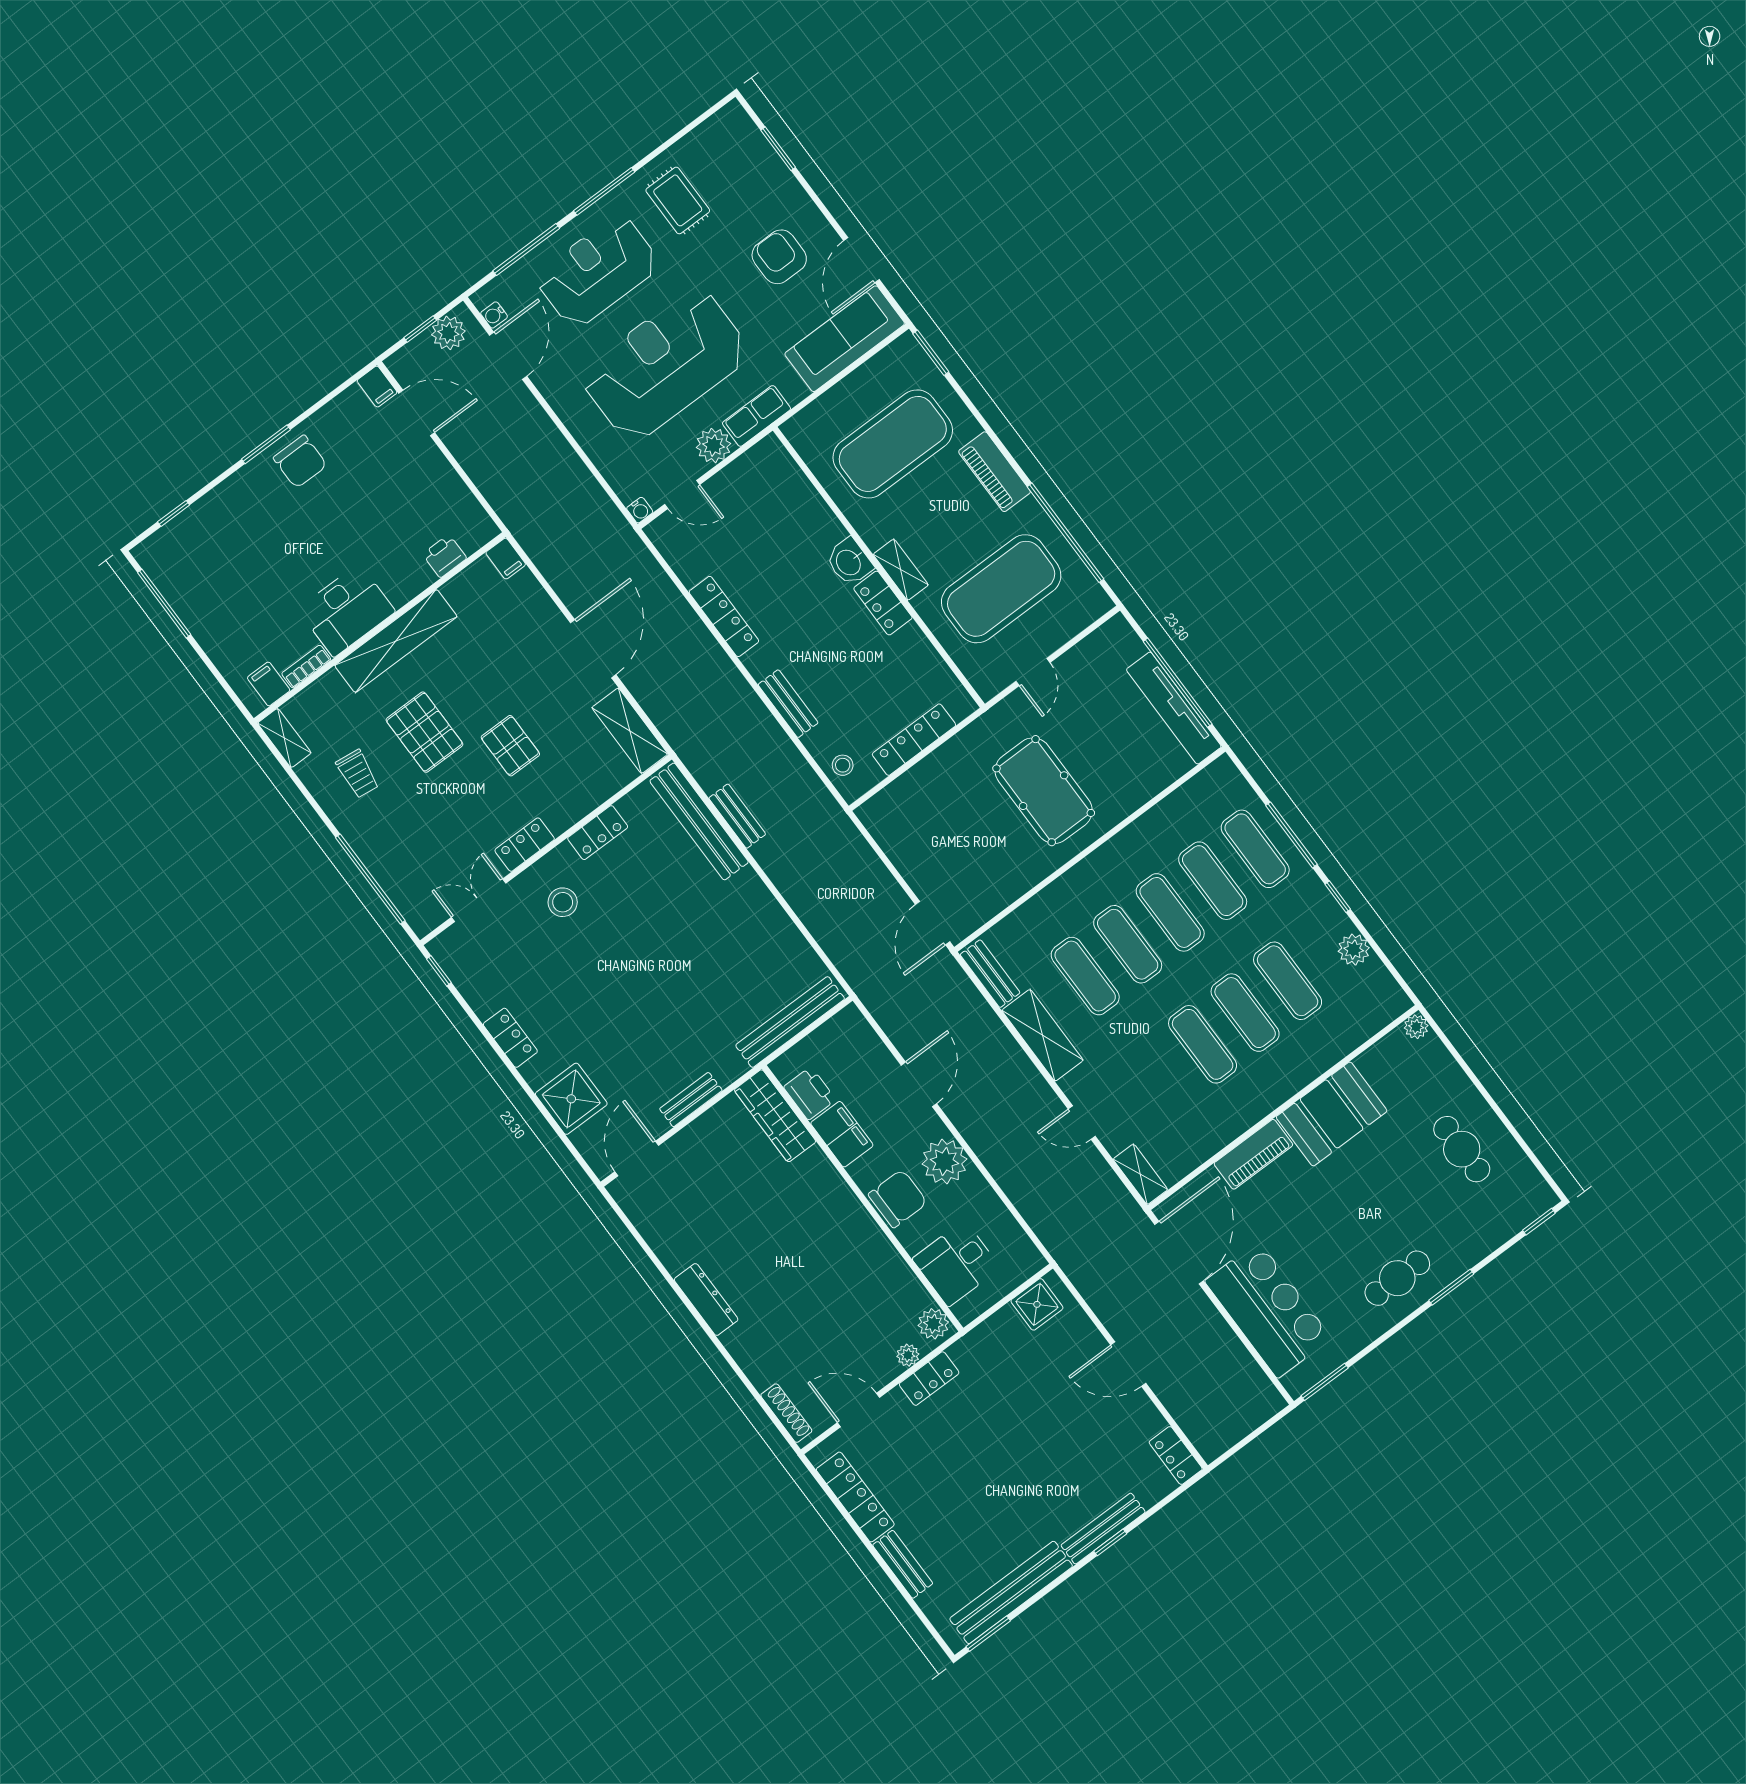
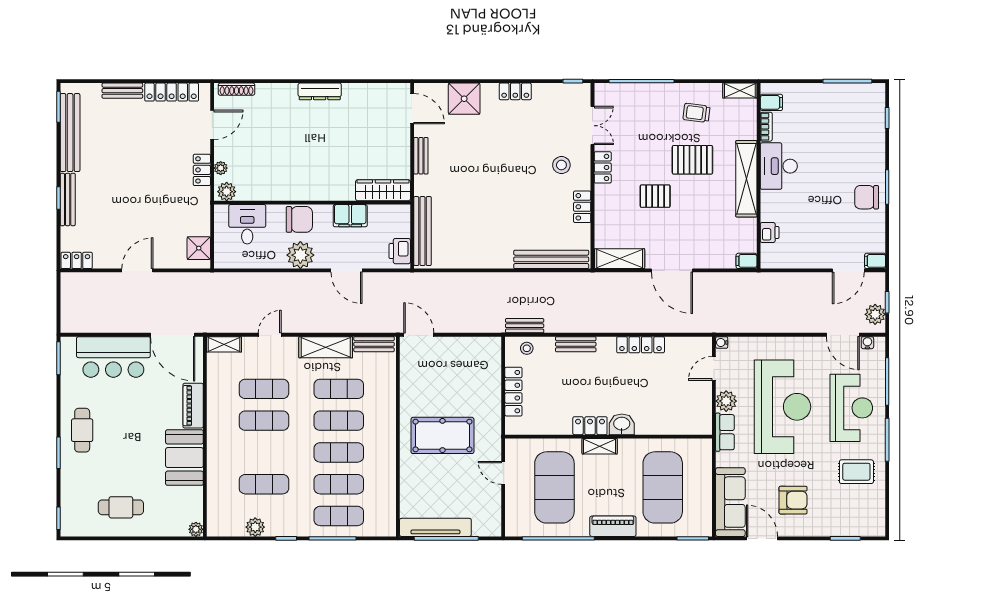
bench: (737, 816) -> (525, 326), moved
exercise mat: (1245, 1013) -> (264, 389), moved
printer: (810, 1093) -> (400, 251), moved, turned 90
chair: (898, 1199) -> (299, 219), turned -90

